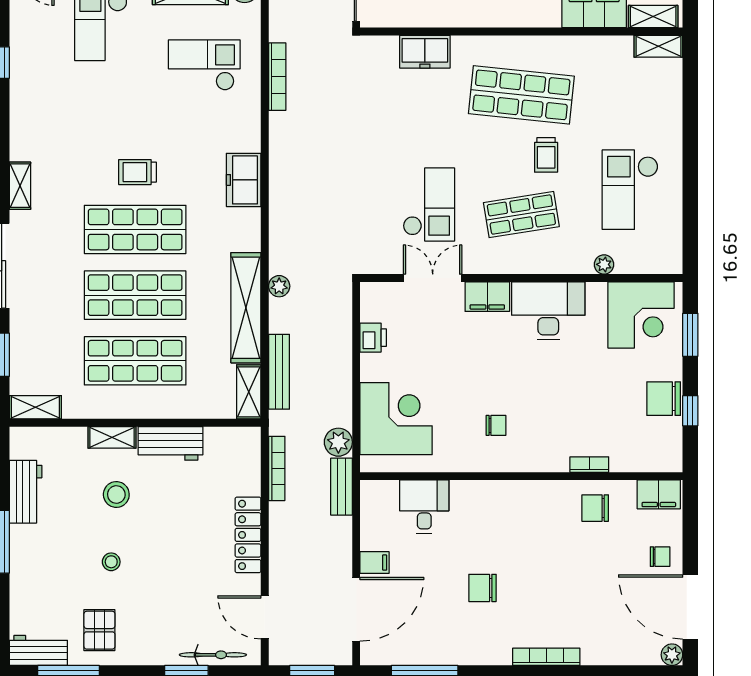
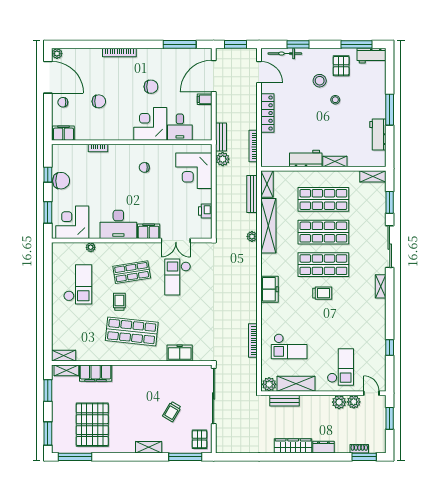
stool: (116, 494) -> (320, 81), moved
chair: (595, 508) -> (99, 101), moved
corner desk: (484, 513) -> (150, 124), added

